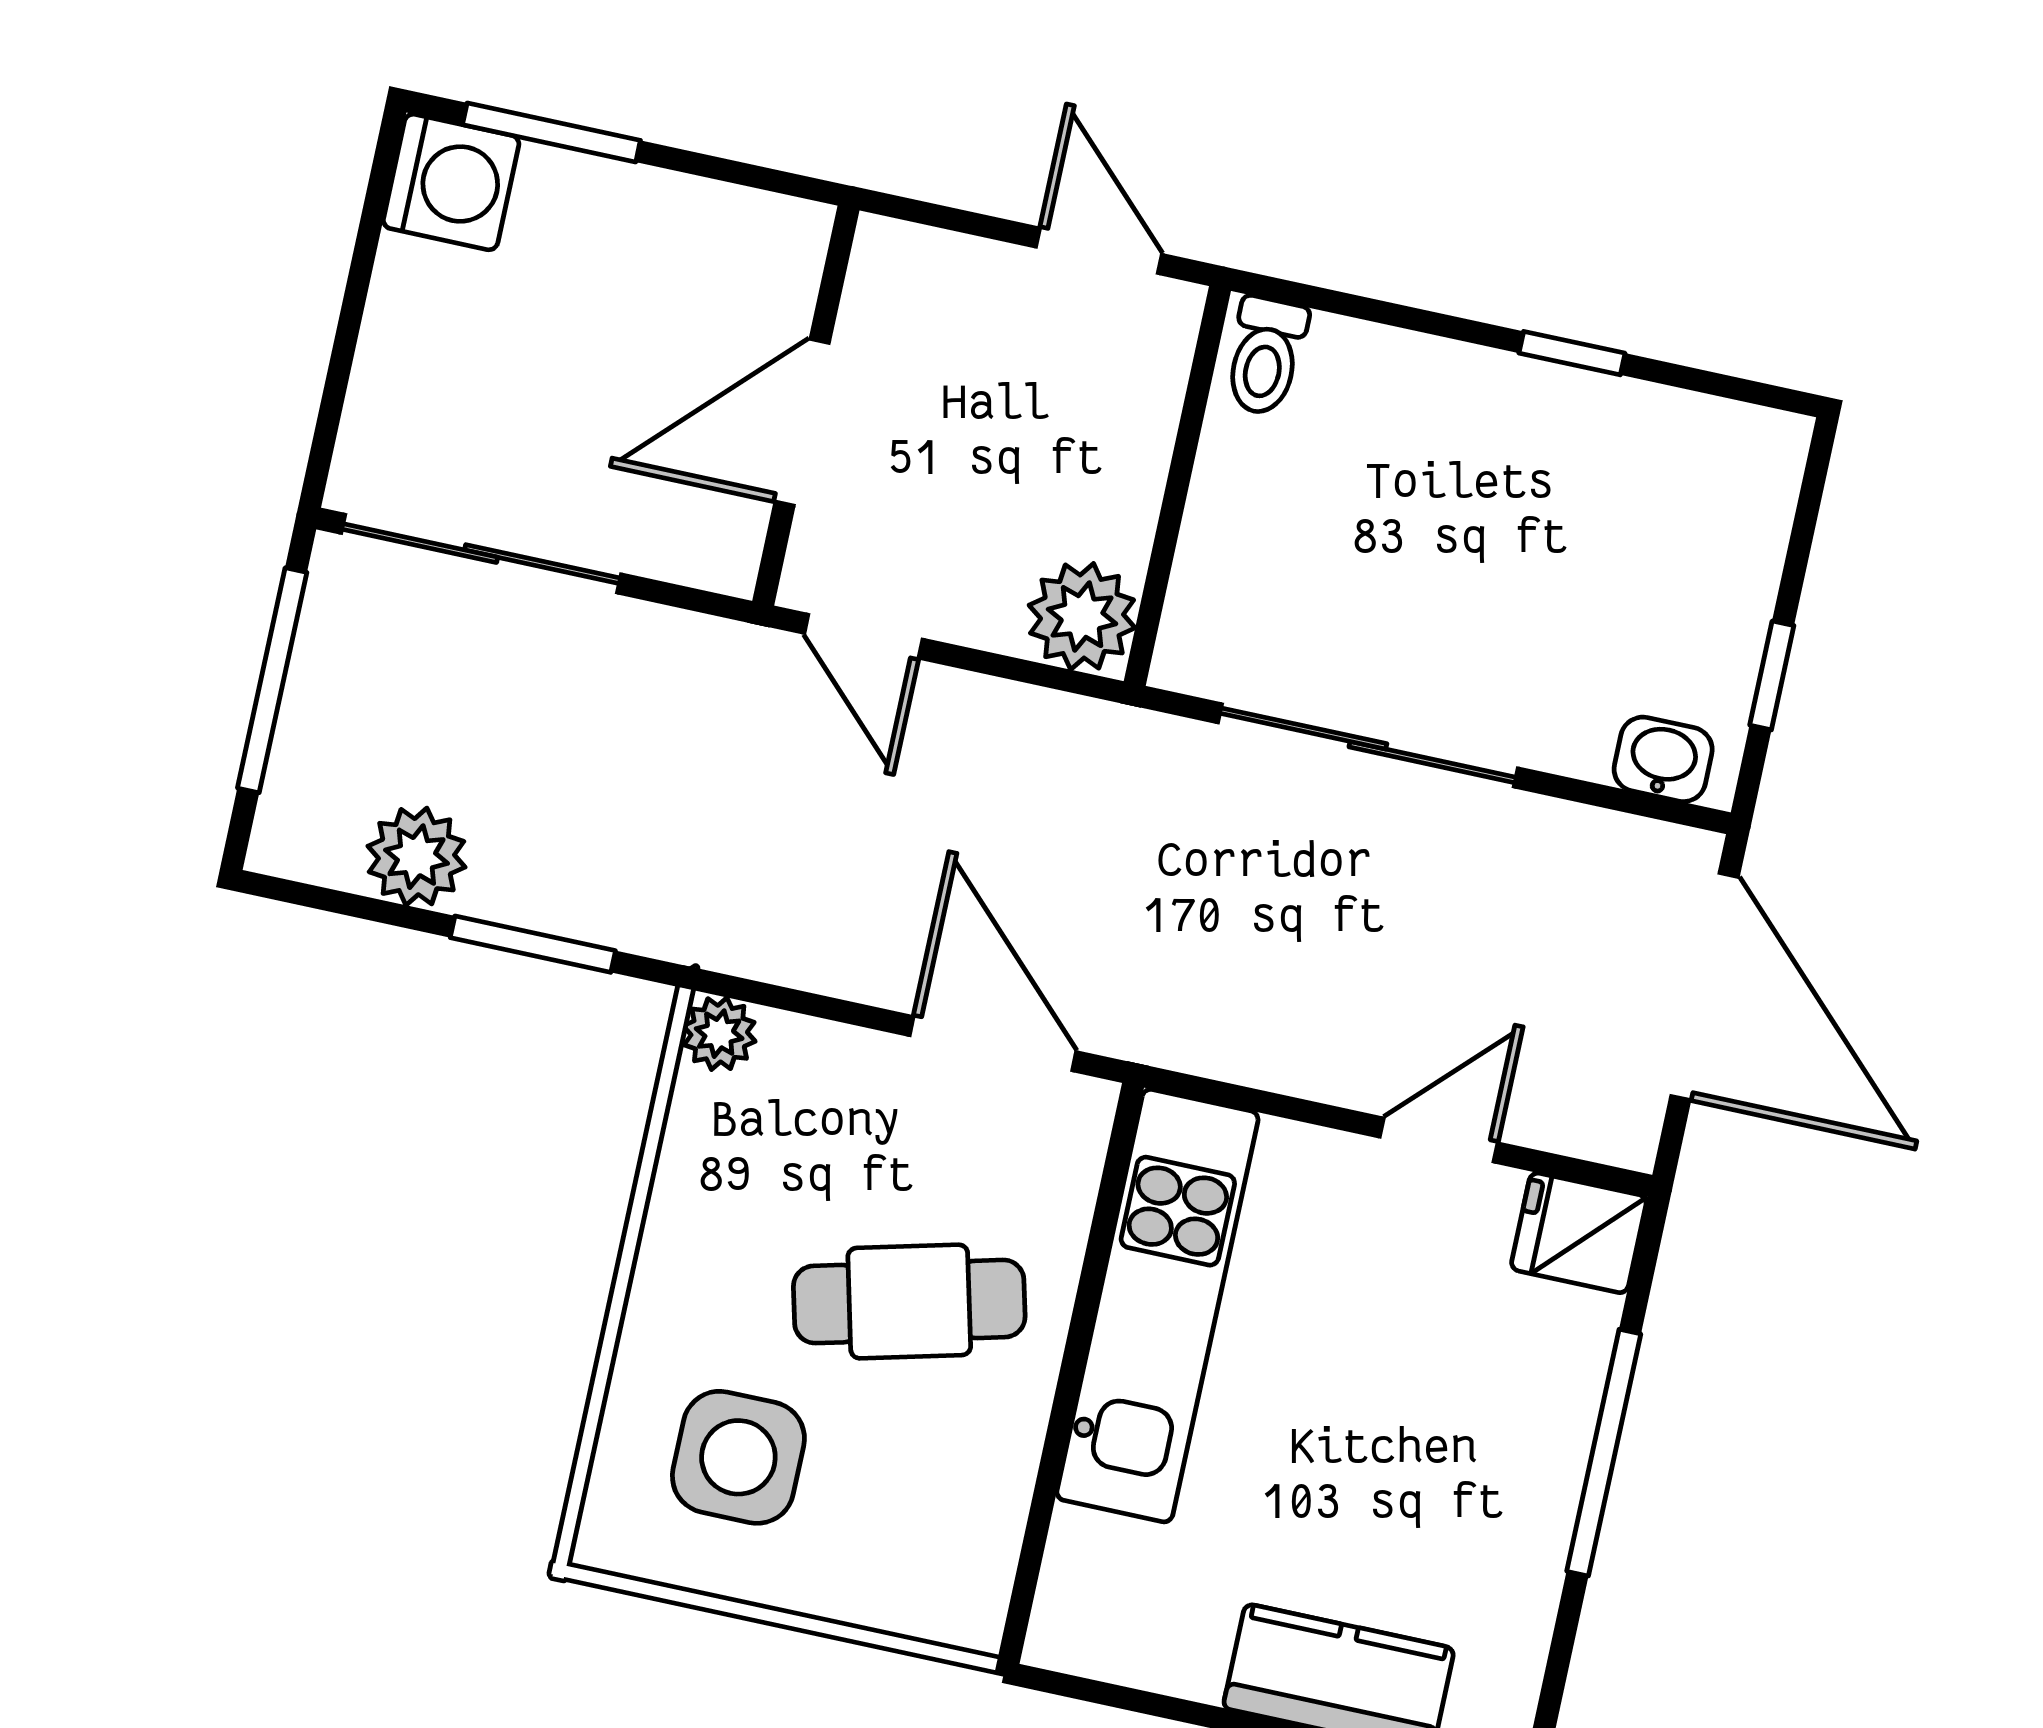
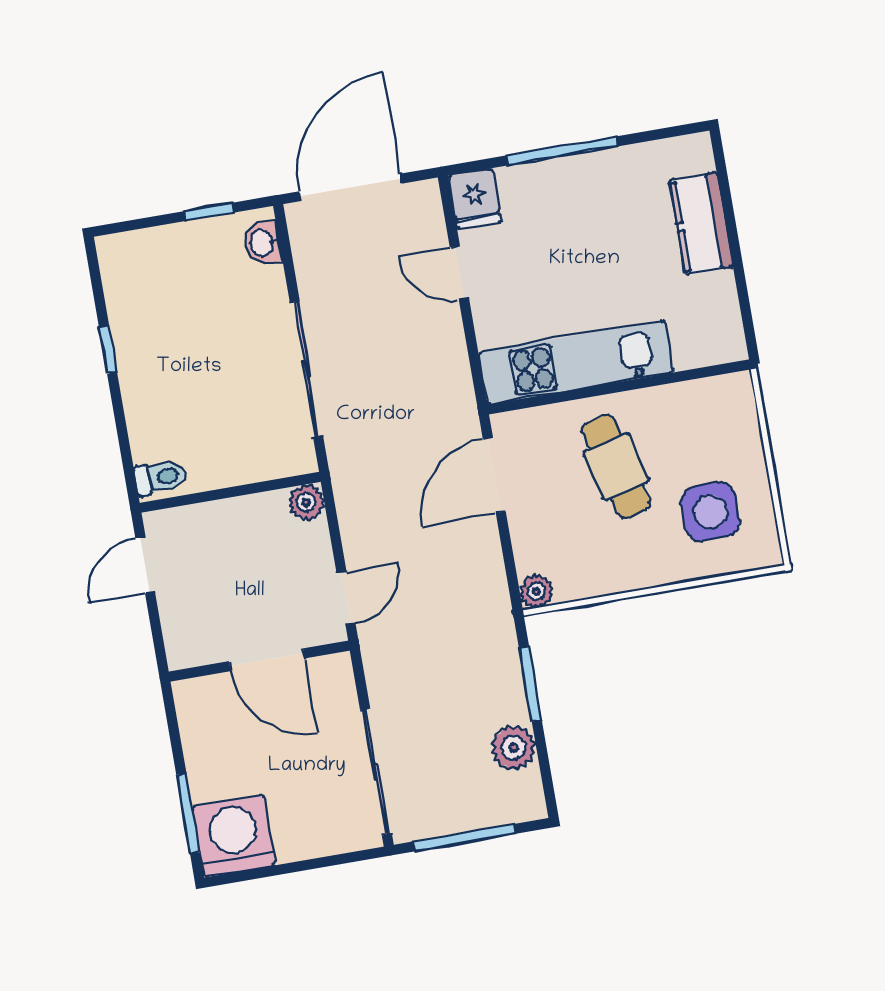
washing machine: (451, 182) -> (234, 836), width x1.37, depth x1.37
plant: (1082, 616) -> (306, 502), width x0.73, depth x0.73

